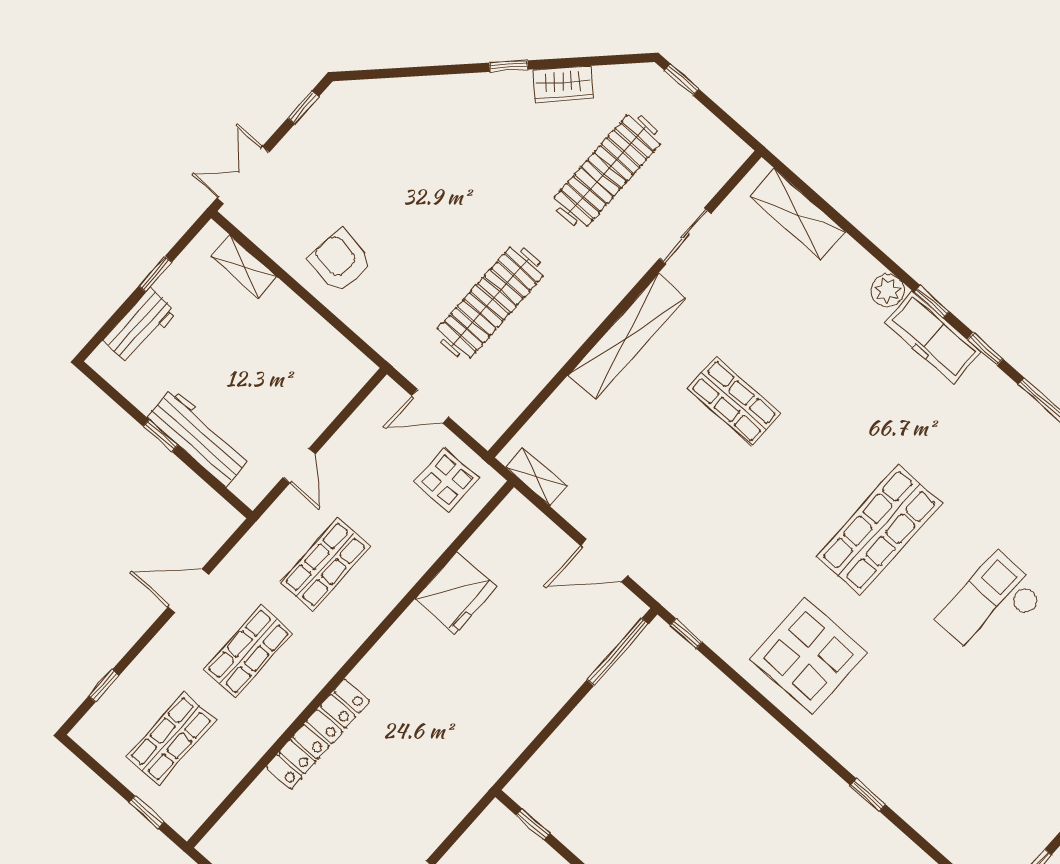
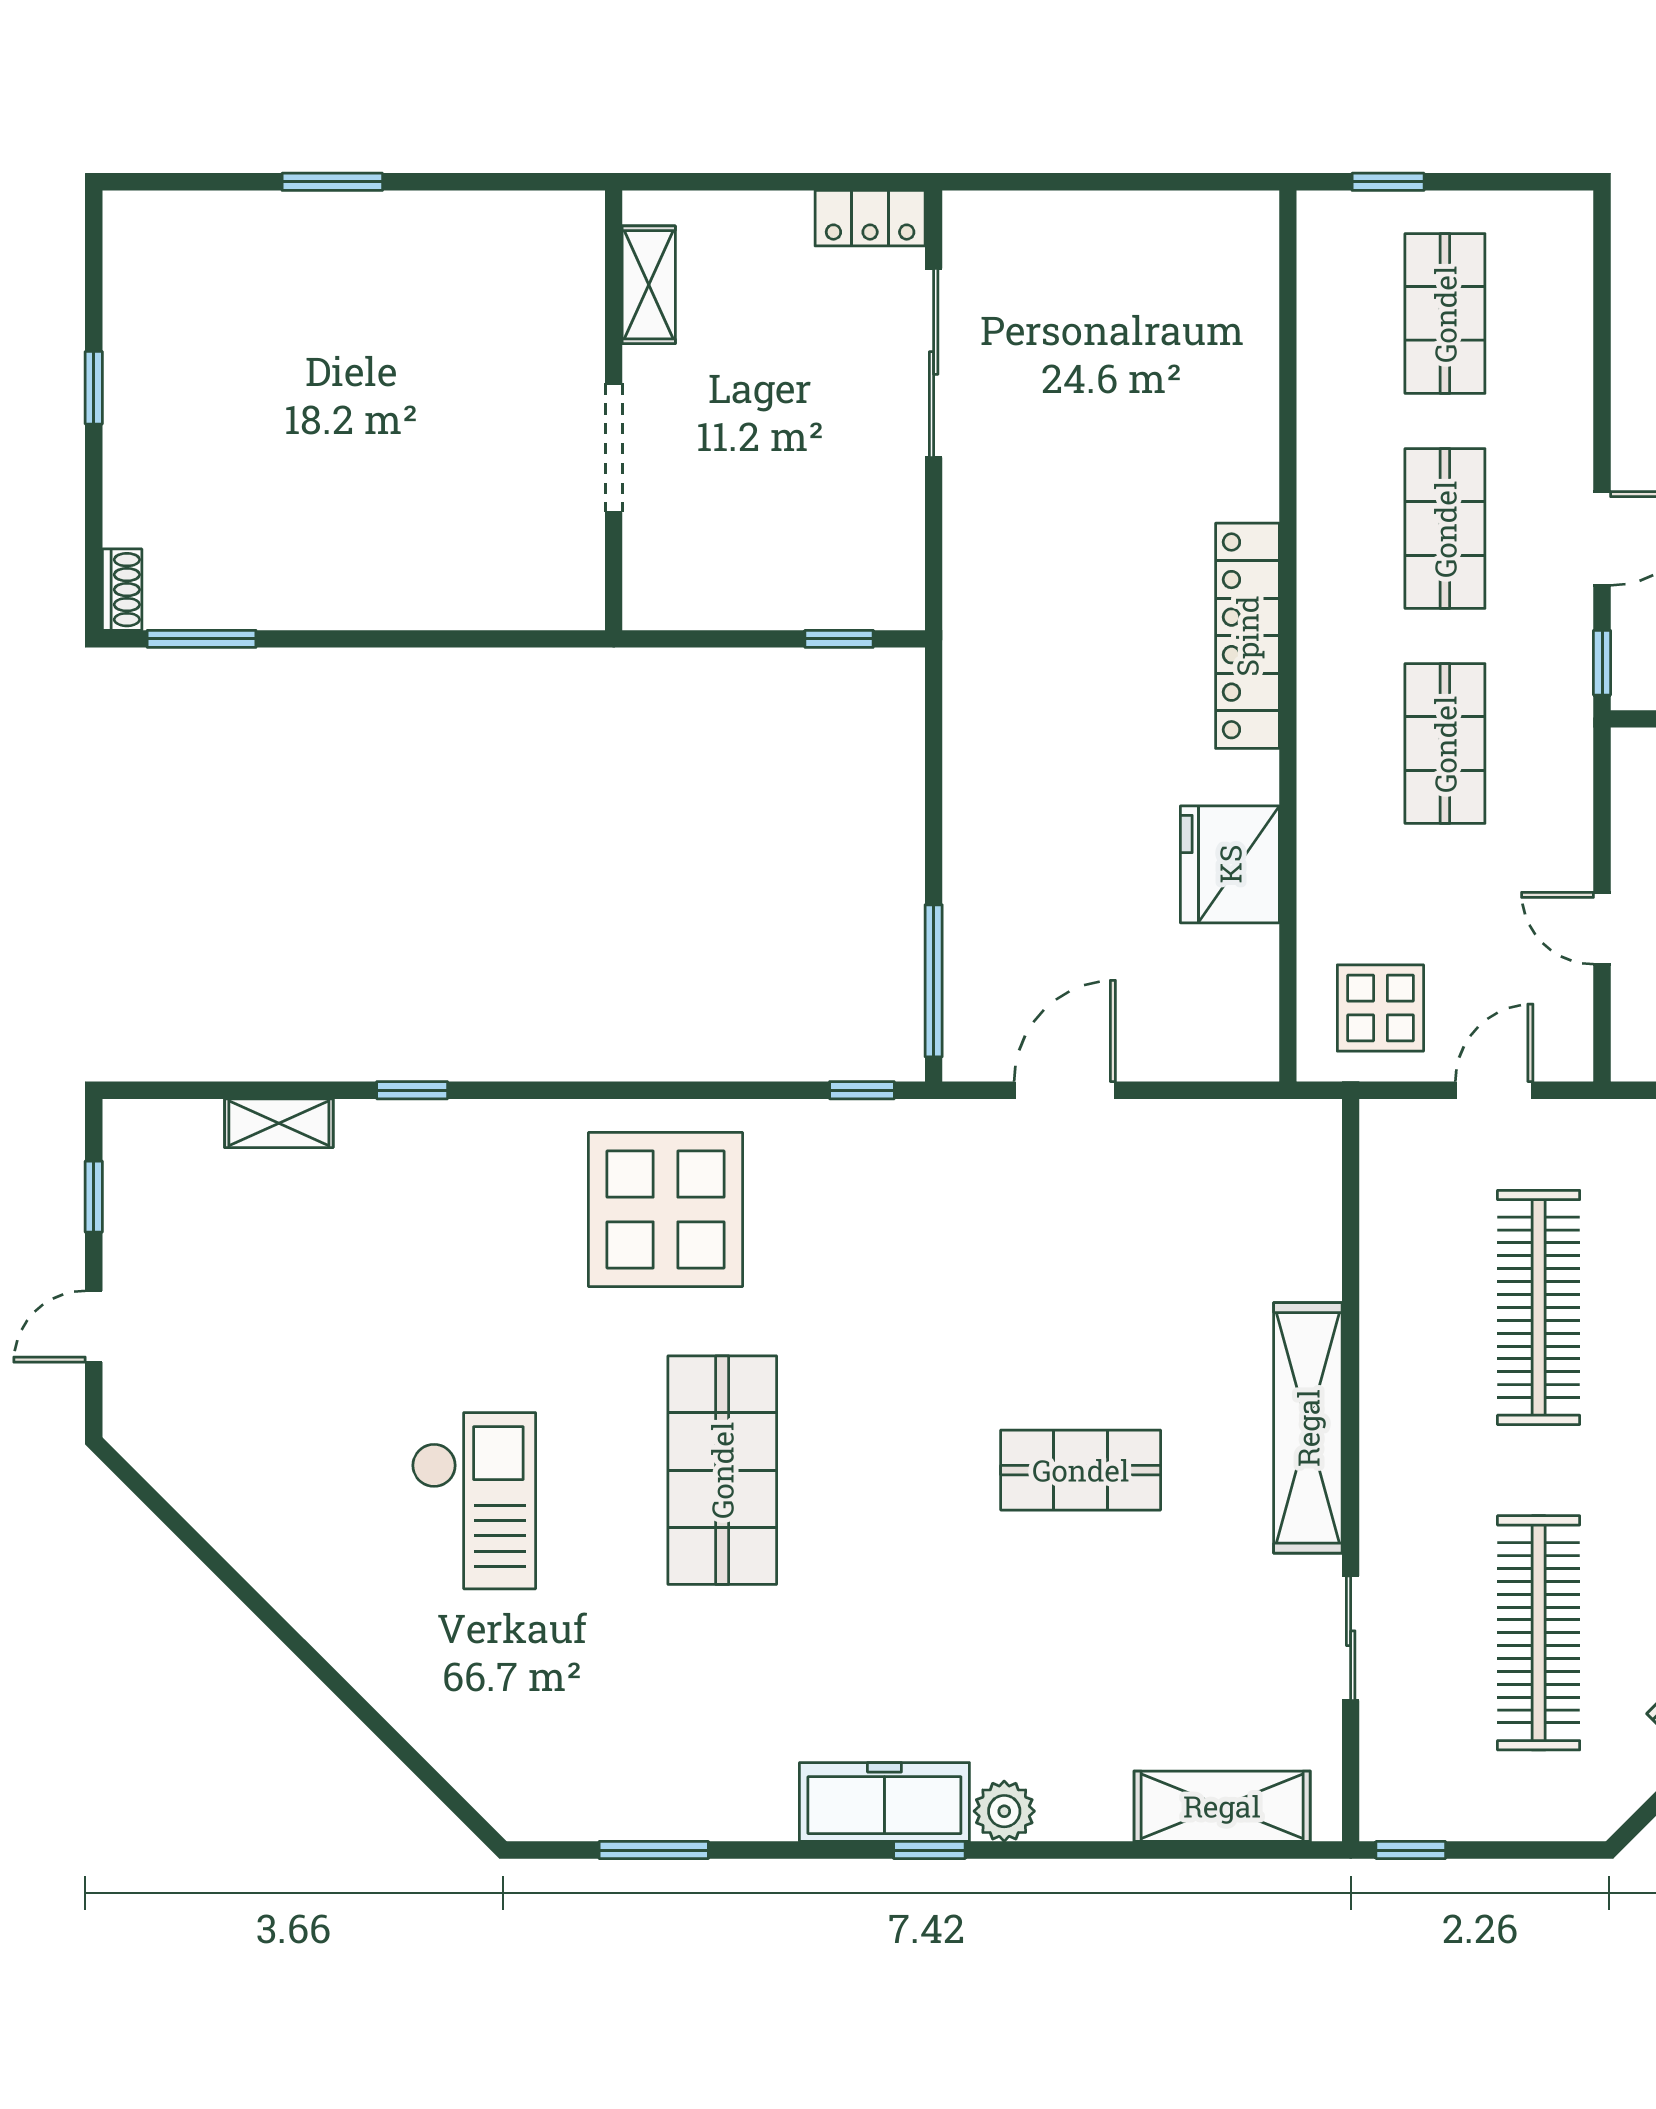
window: (682, 80) -> (1411, 1850), moved
window: (985, 349) -> (798, 1850), removed
door: (299, 466) -> (1602, 928), moved
shelving: (536, 477) -> (279, 1123), moved
window: (104, 686) -> (1602, 663), moved
locker: (318, 734) -> (1247, 636), moved

